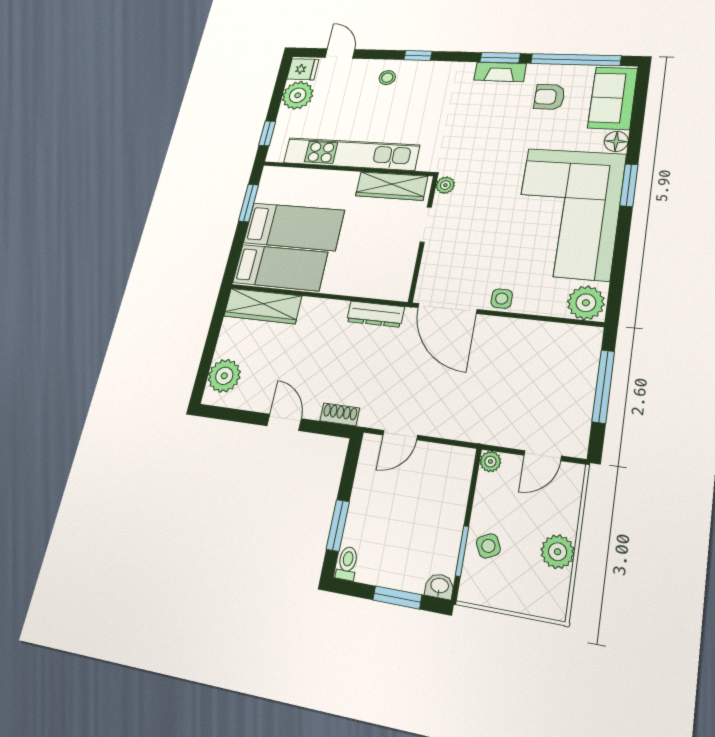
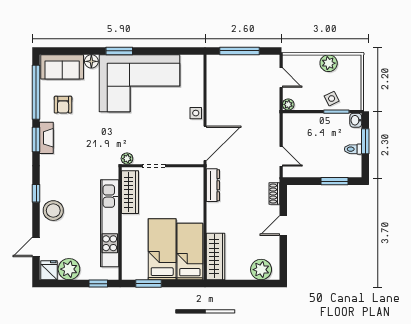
stool: (387, 78) -> (53, 211), width x1.89, depth x1.89
plant: (586, 303) -> (193, 66), removed
toilet: (347, 563) -> (353, 149), moved

